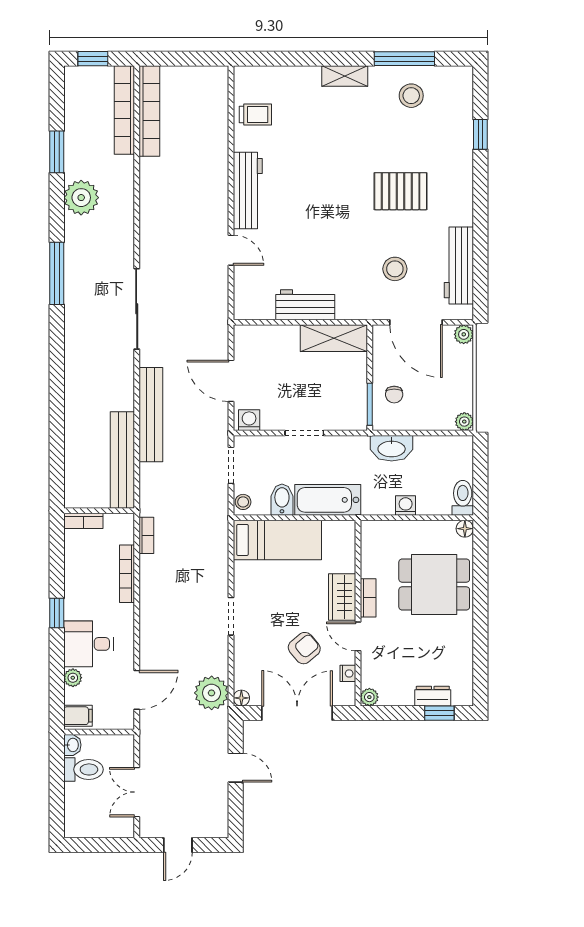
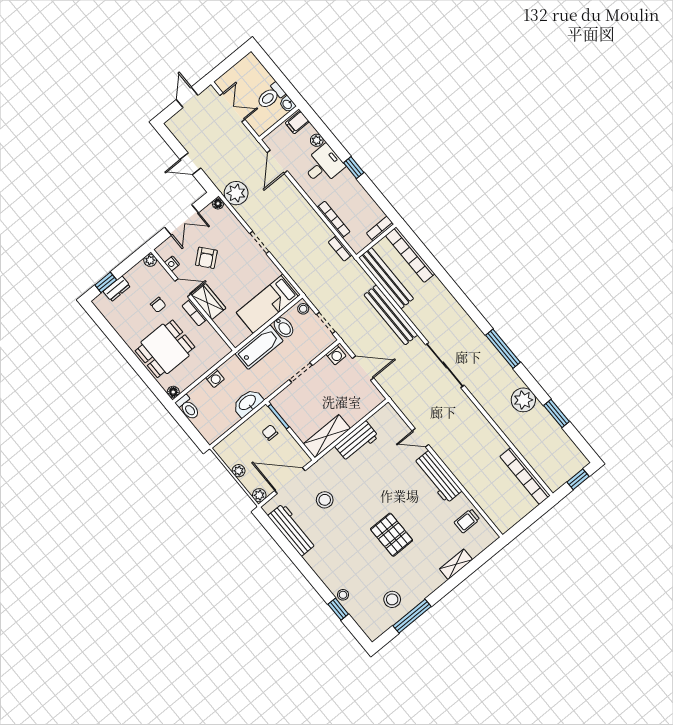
shelving: (345, 76) -> (456, 564), moved
bookcase: (124, 110) -> (410, 255), moved, turned 180
stool: (462, 146) -> (343, 595), added
pallet: (401, 191) -> (392, 535), moved, turned 90
plant: (464, 422) -> (239, 471), moved
chair: (401, 640) -> (158, 305), added
double door: (297, 713) -> (182, 220), width x0.73

